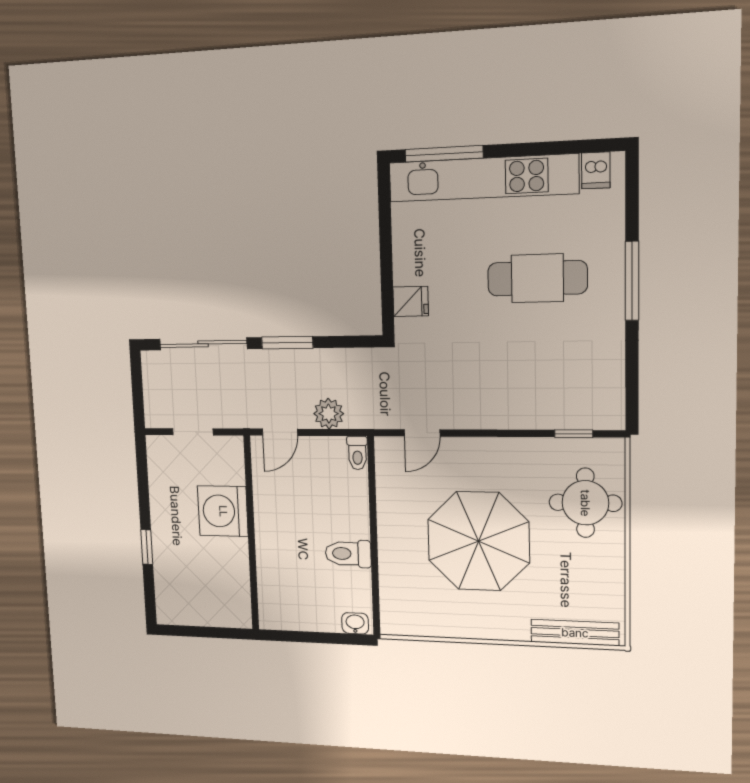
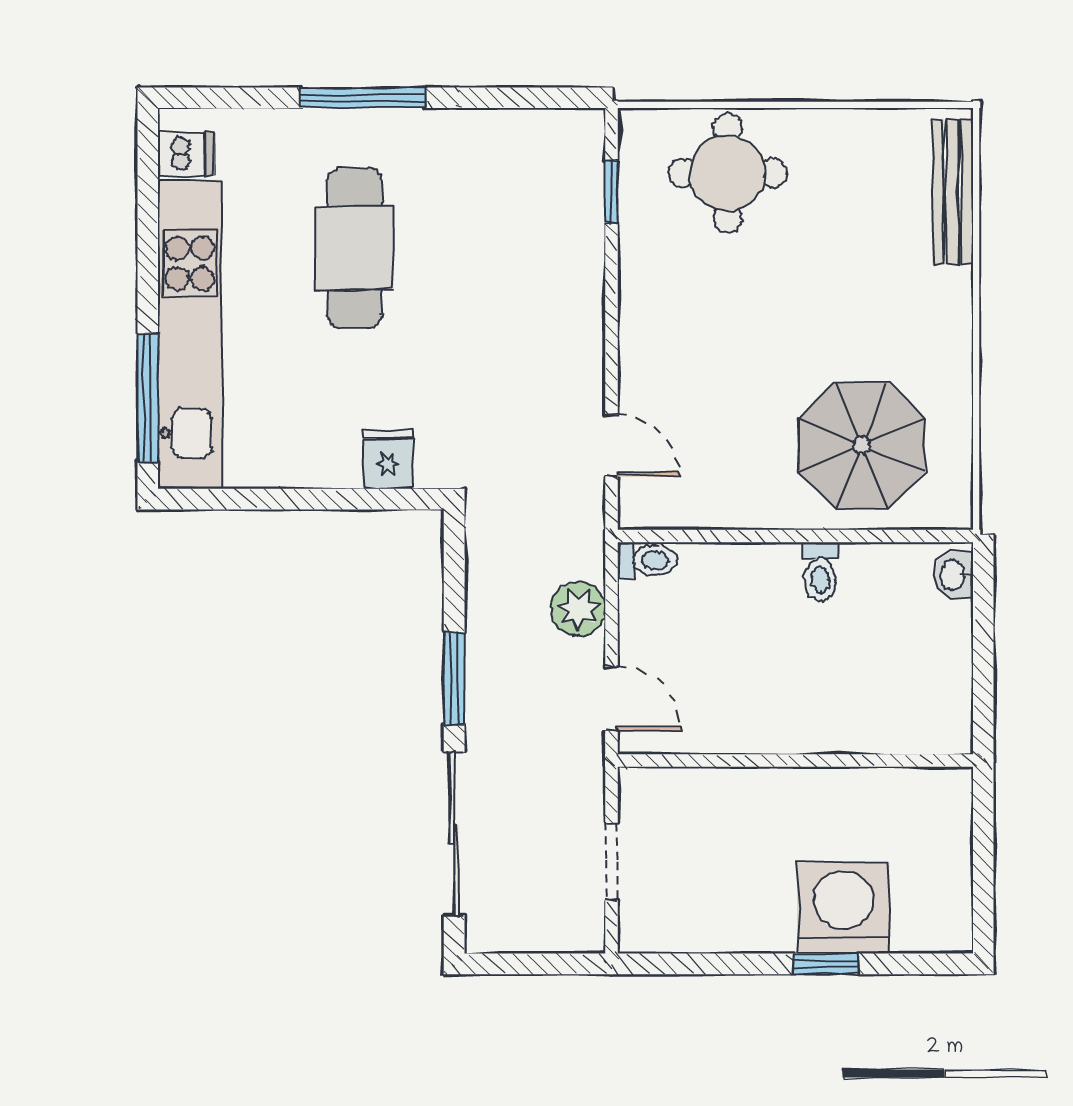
washing machine: (223, 511) -> (843, 908), moved, turned 180
parasol: (478, 541) -> (862, 445), moved, width x0.73, depth x0.73
toilet: (348, 554) -> (820, 572), width x0.73, depth x0.72

